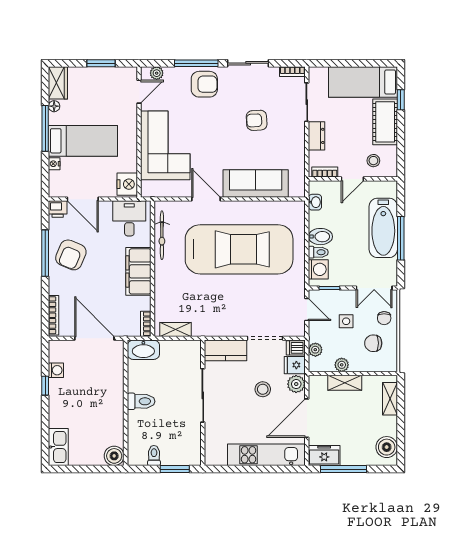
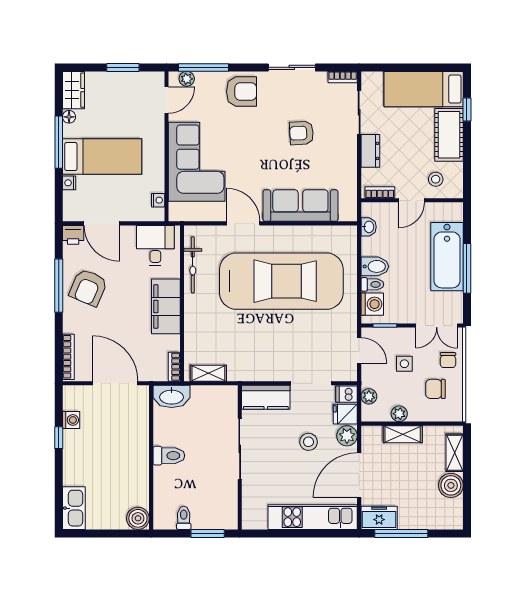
window: (196, 63) -> (203, 67), moved
nightstand: (127, 184) -> (158, 200), width x0.53, depth x0.56
boiler: (387, 447) -> (451, 485), moved

